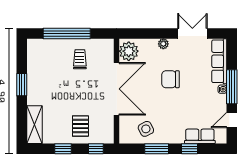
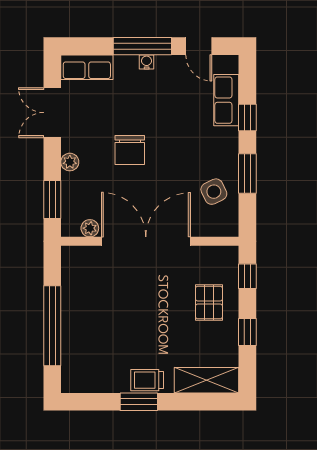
window: (141, 33) -> (52, 200), added
plant: (129, 51) -> (90, 228), width x0.53, depth x0.53
trolley: (80, 59) -> (147, 380), moved
row of seats: (219, 61) -> (87, 67), width x0.68
pallet: (80, 126) -> (209, 303), turned 90

